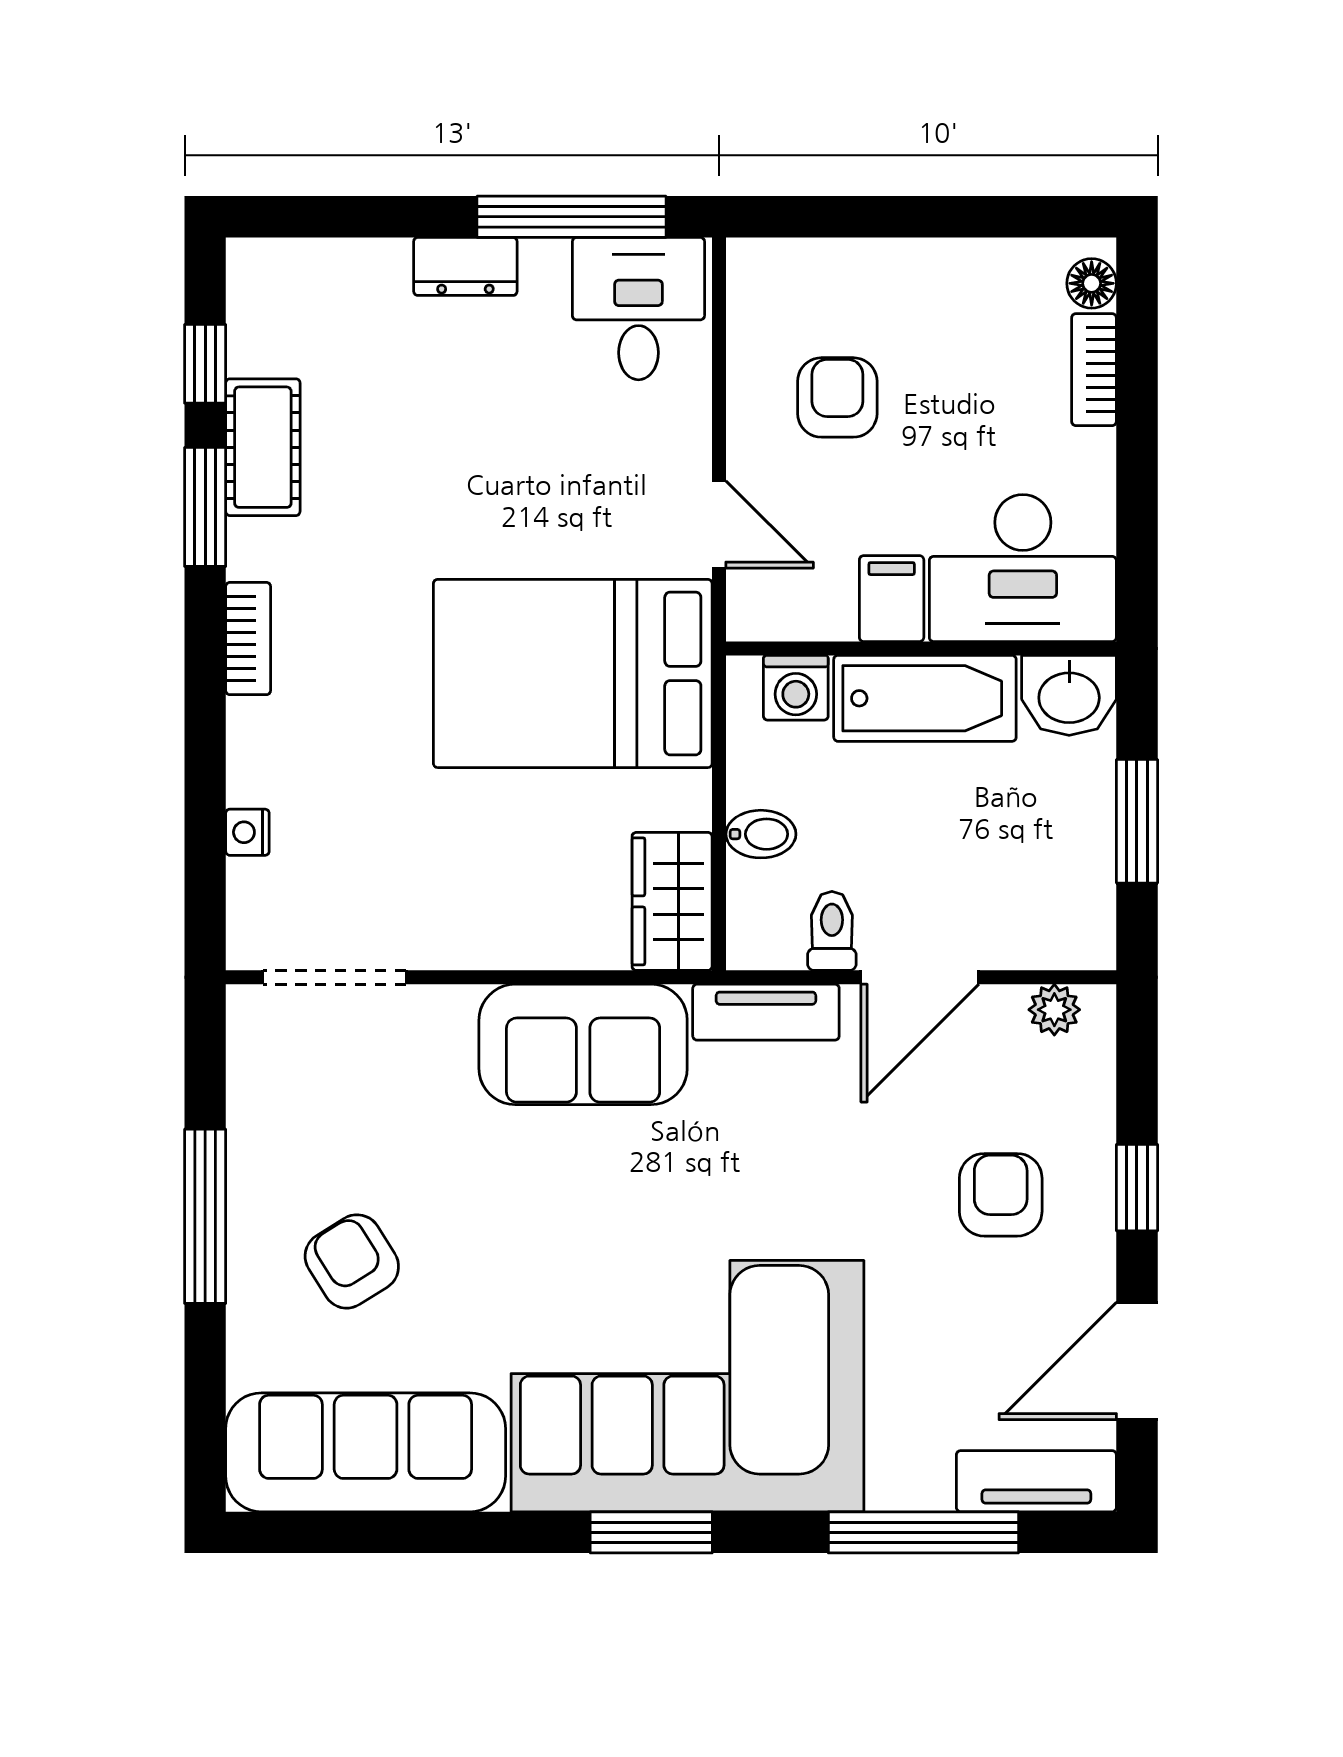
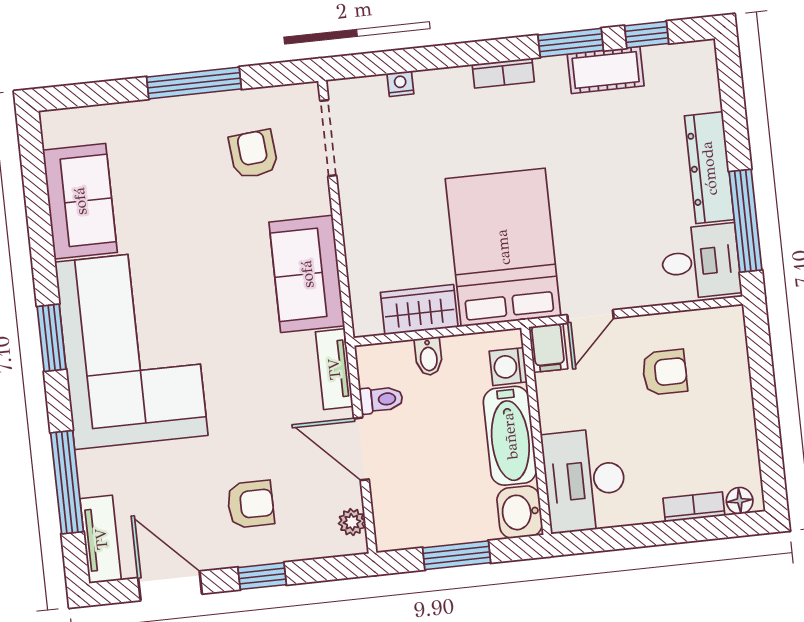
dresser: (465, 266) -> (709, 168), width x1.96, depth x1.24
filing cabinet: (892, 599) -> (548, 348), moved, turned 90
wardrobe: (672, 901) -> (419, 310), moved
armchair: (352, 1261) -> (253, 154), moved, turned -63
sofa: (366, 1452) -> (80, 201), width x0.73

